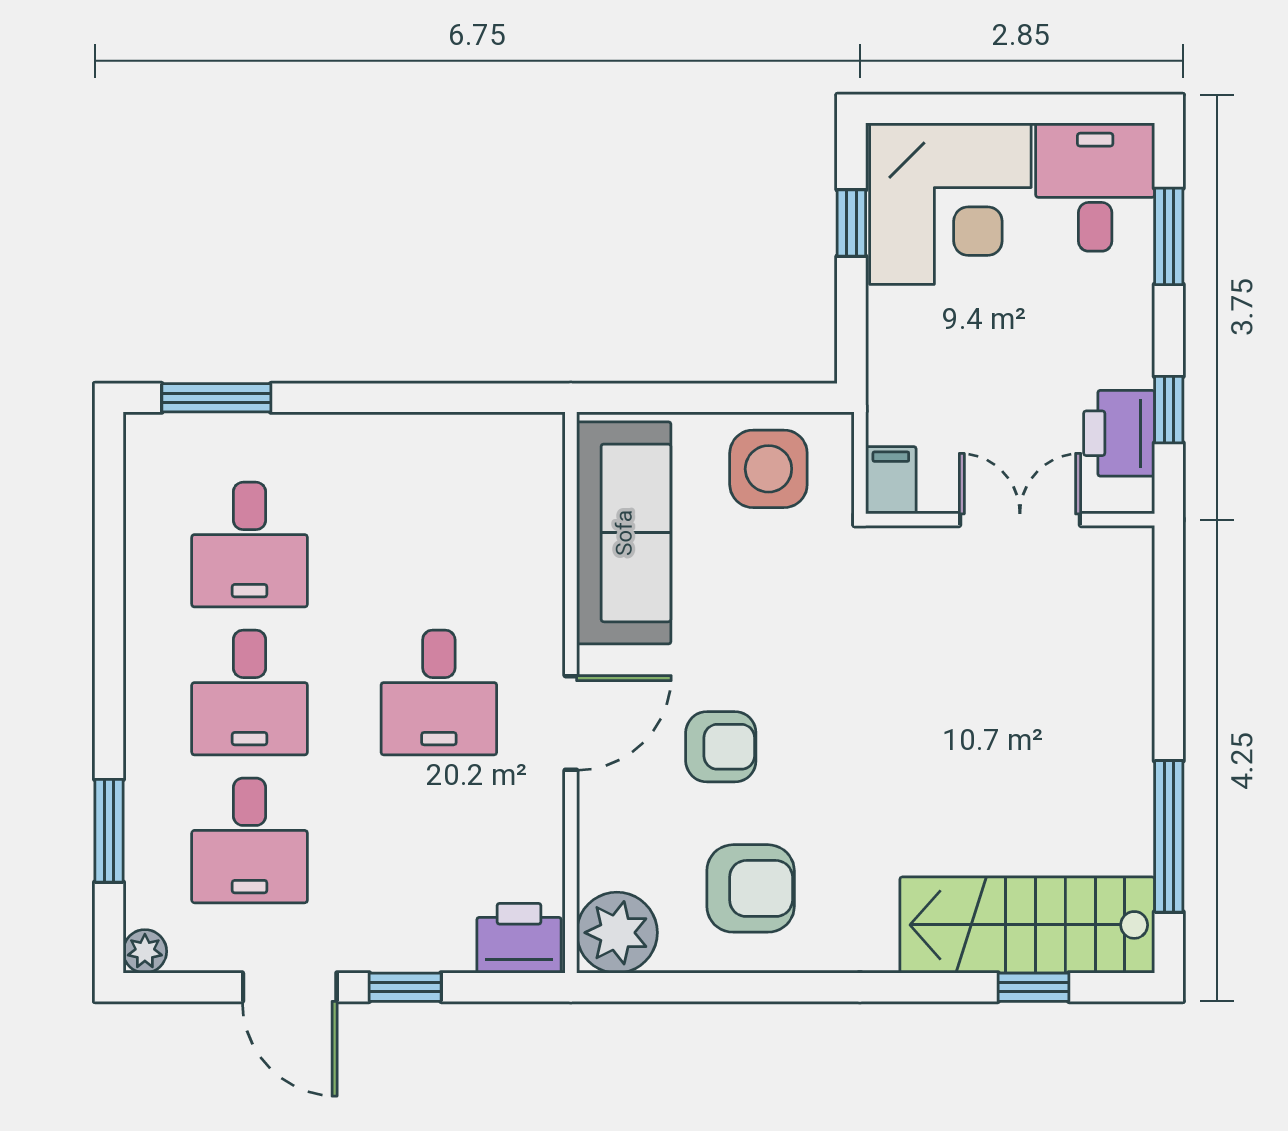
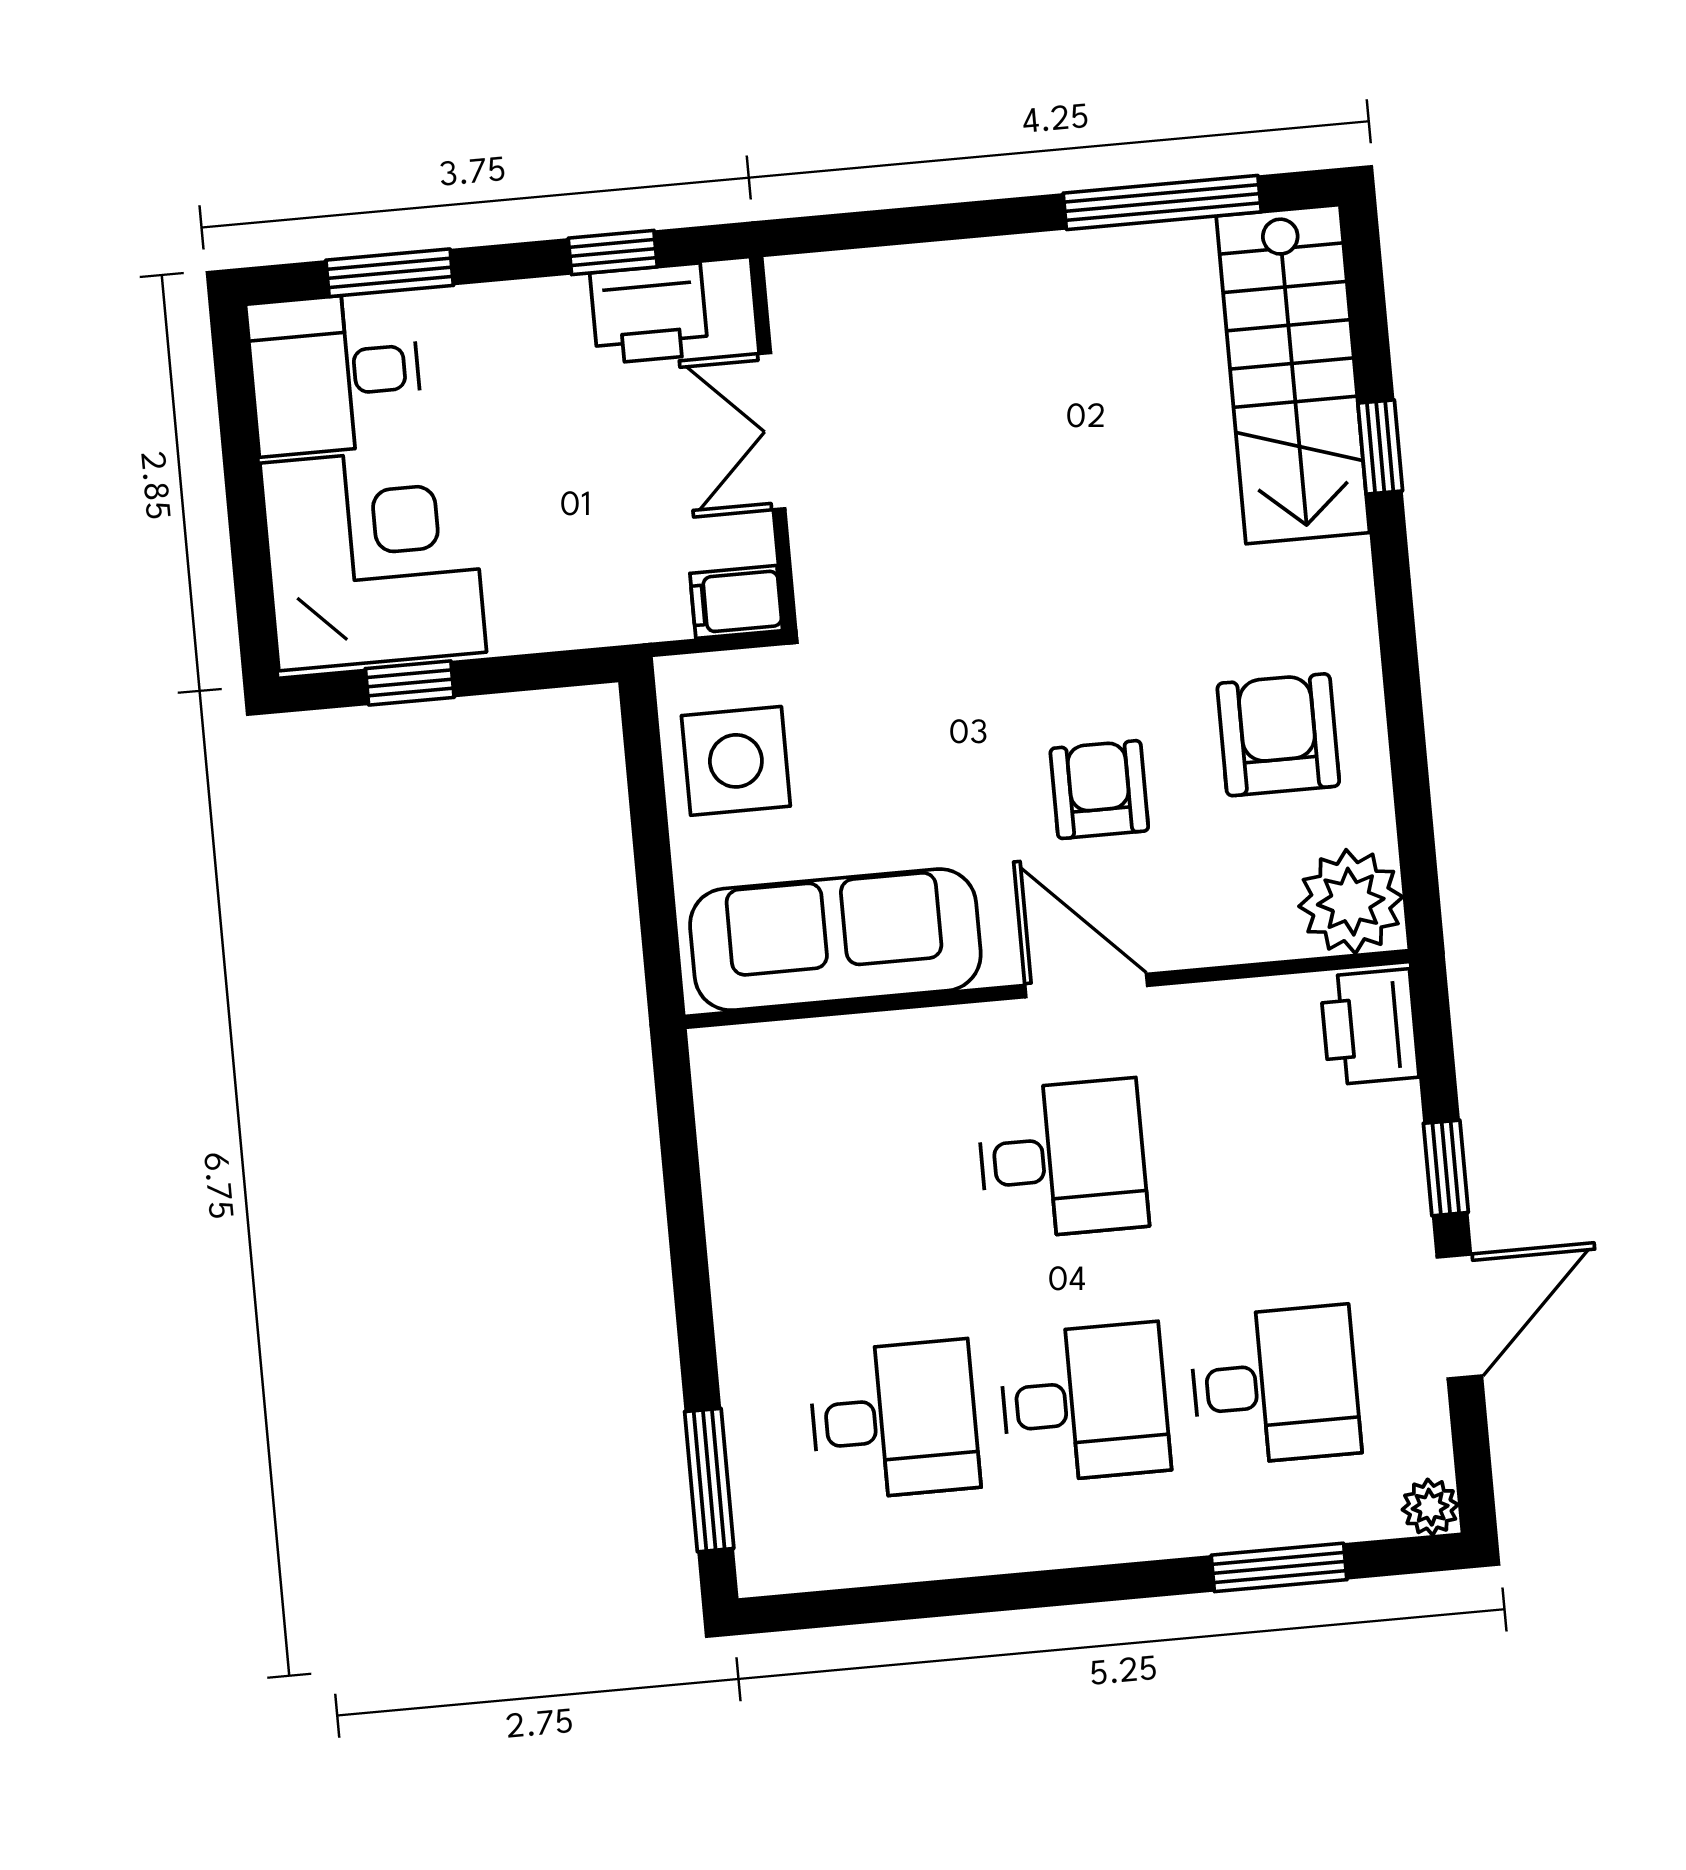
window: (1033, 987) -> (1380, 447), moved

